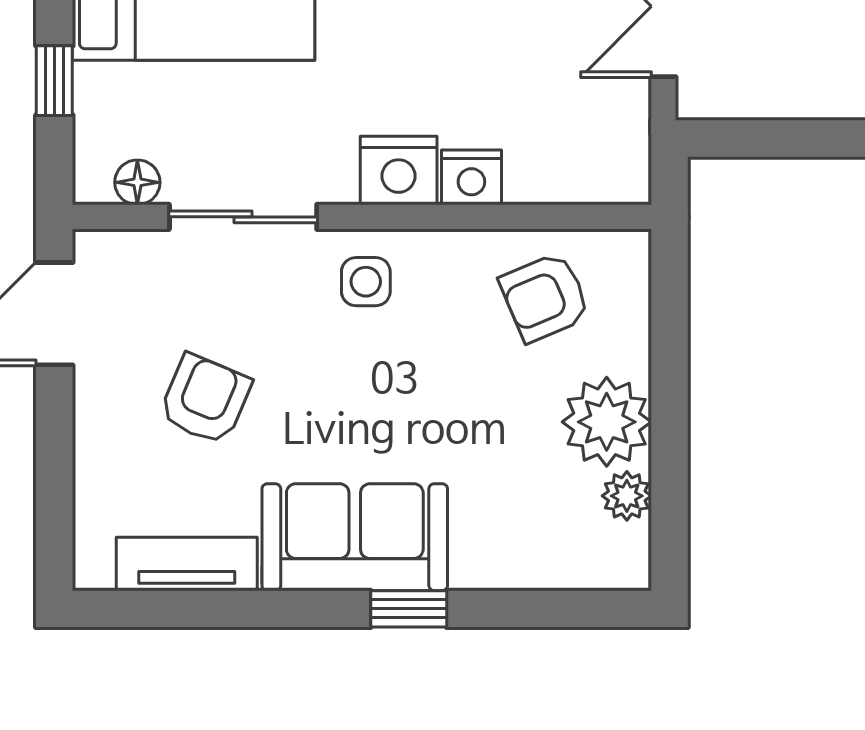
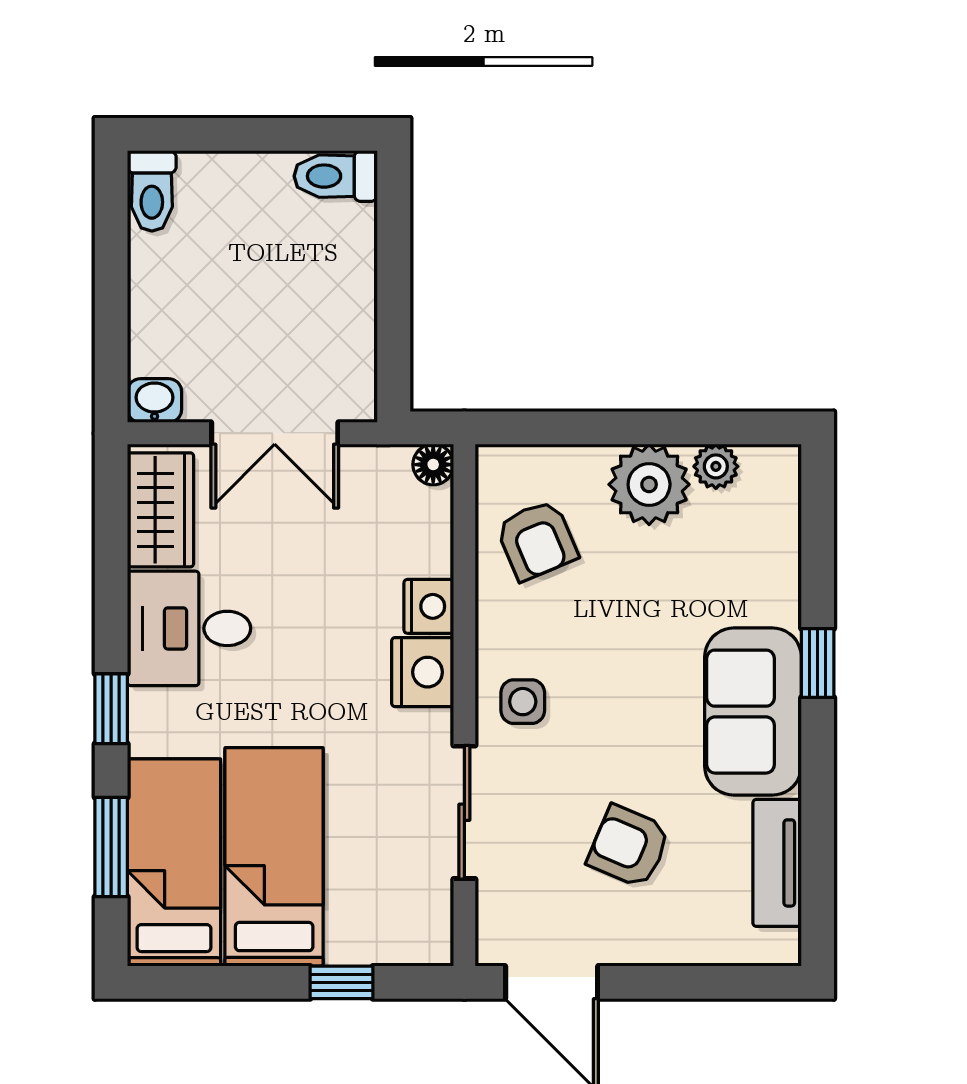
floor lamp: (137, 182) -> (433, 465), moved

